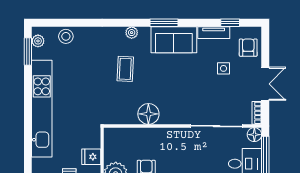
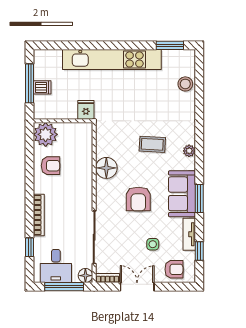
window: (164, 23) -> (199, 198), moved
plant: (38, 41) -> (181, 56), removed
armchair: (179, 83) -> (138, 199), added
double door: (265, 84) -> (137, 287), swing flipped
fridge: (91, 157) -> (86, 110), moved

